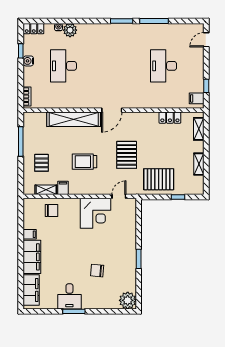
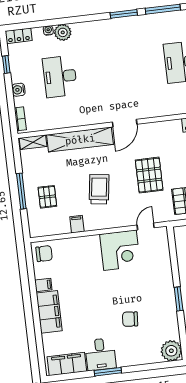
water cooler: (28, 61) -> (18, 90), moved
window: (21, 142) -> (21, 191), moved
trolley: (84, 162) -> (99, 189), turned 98
shelving: (46, 190) -> (33, 142), moved
chair: (52, 210) -> (44, 254), moved
filing cabinet: (31, 290) -> (67, 364), moved, turned -90

